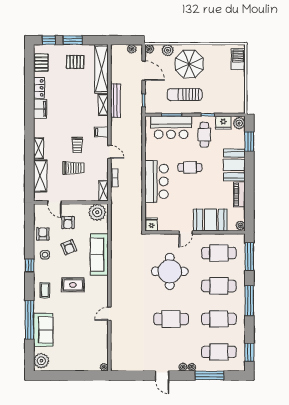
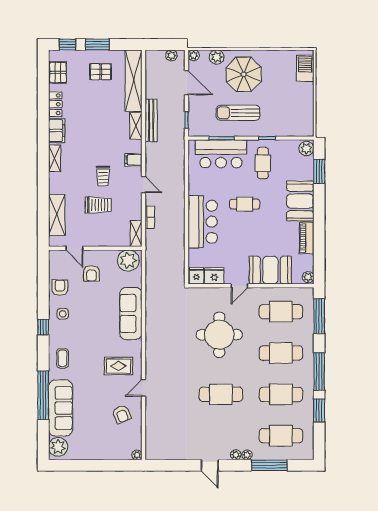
fridge: (223, 123) -> (214, 276), moved, turned 180
shelving: (39, 148) -> (55, 158), moved
armchair: (69, 247) -> (122, 414), moved
rug: (73, 285) -> (118, 366), moved
sofa: (43, 330) -> (61, 408), width x1.36
window: (249, 352) -> (319, 410), moved

